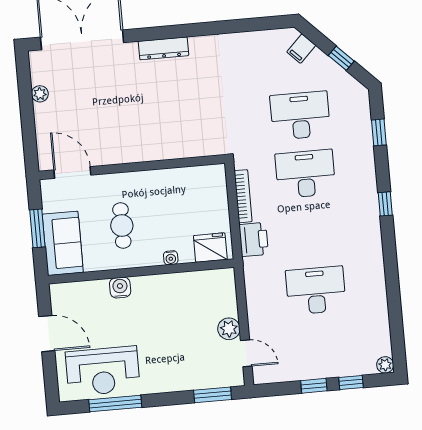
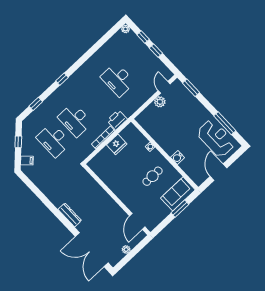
wall: (132, 167) -> (117, 200), moved
door: (72, 173) -> (137, 221), moved
fridge: (210, 248) -> (117, 144), moved, turned -90

